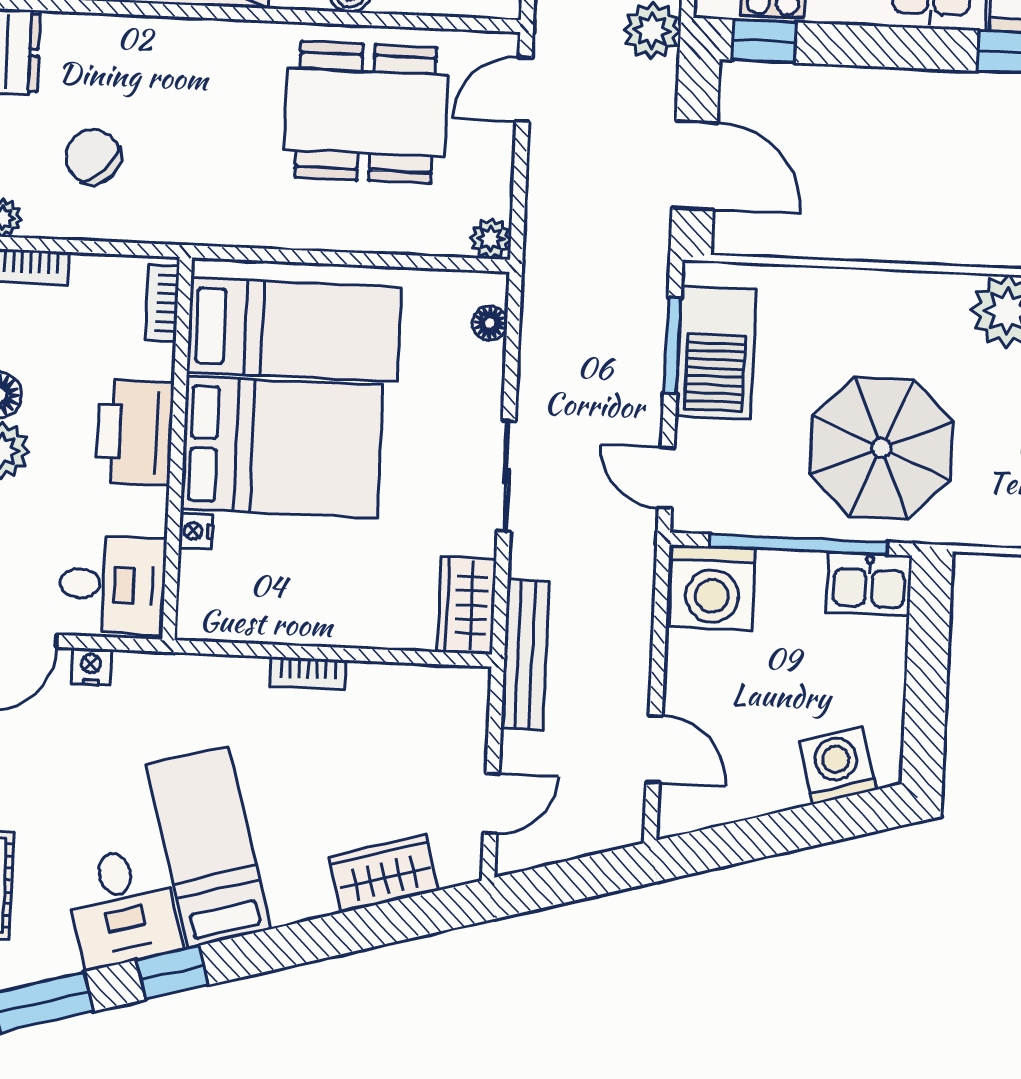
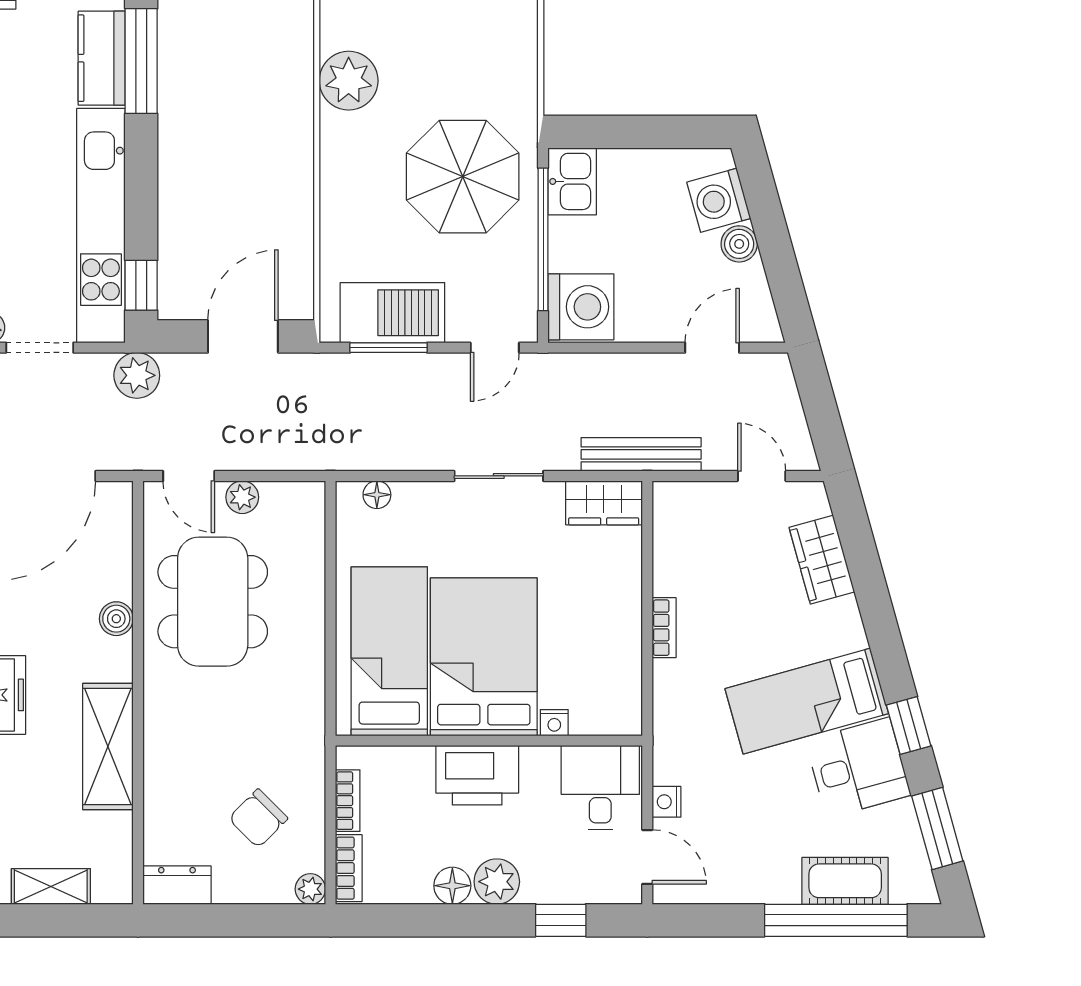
plant: (491, 239) -> (242, 497), moved
bookcase: (162, 303) -> (348, 801), moved, turned -90
boiler: (782, 789) -> (739, 244), added

